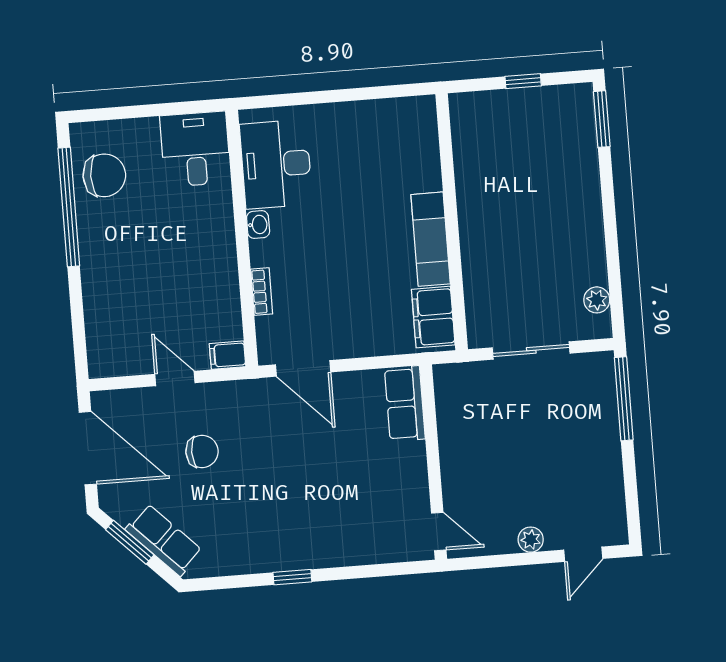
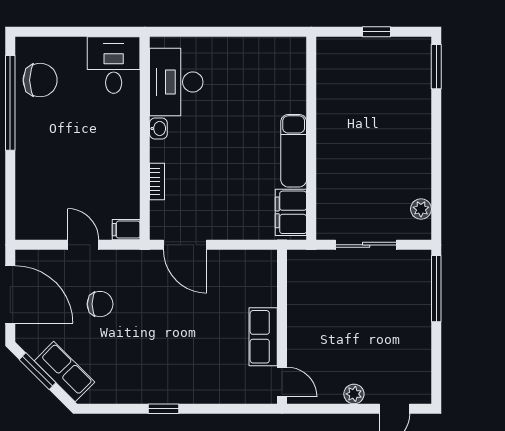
row of seats: (405, 404) -> (263, 337), moved

